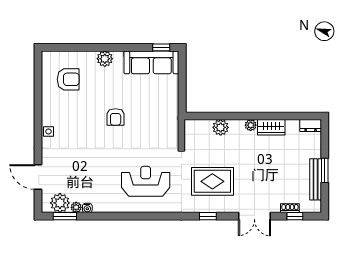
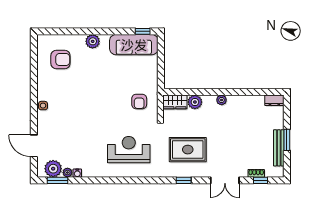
armchair: (116, 117) -> (139, 101), moved
wardrobe: (271, 127) -> (175, 102), moved

